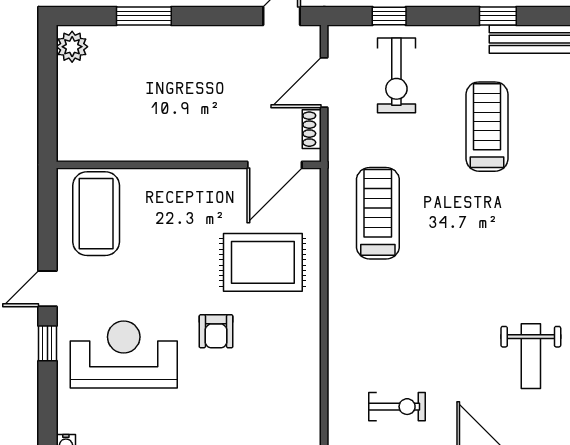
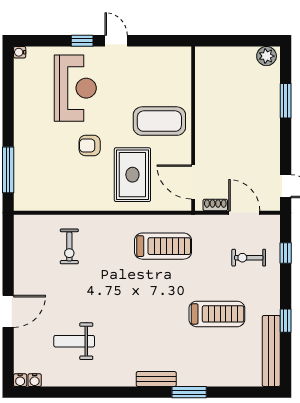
exercise bike: (396, 75) -> (249, 258), width x0.73, depth x0.72
coffee table: (96, 214) -> (159, 121), moved
exercise bike: (397, 407) -> (69, 246), moved

